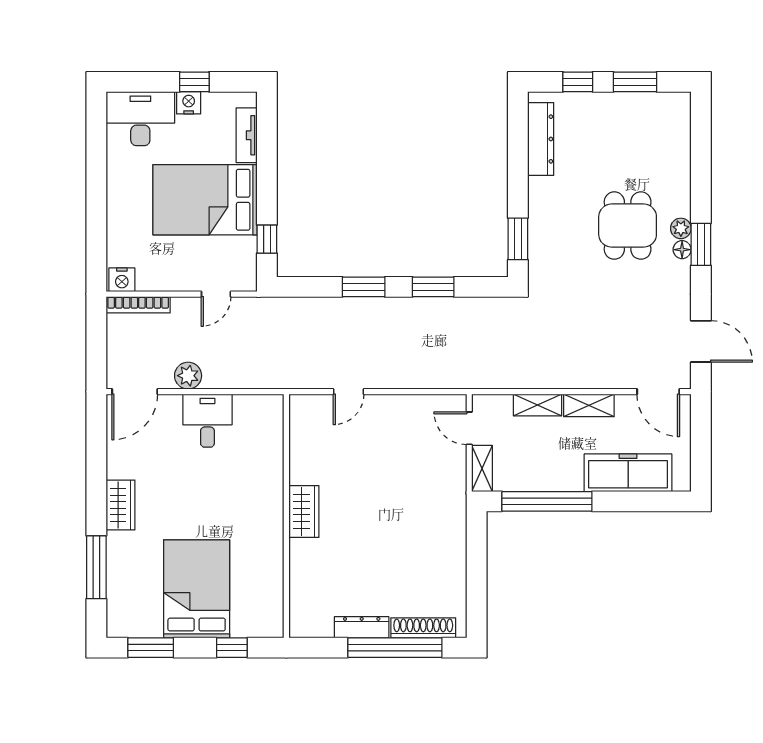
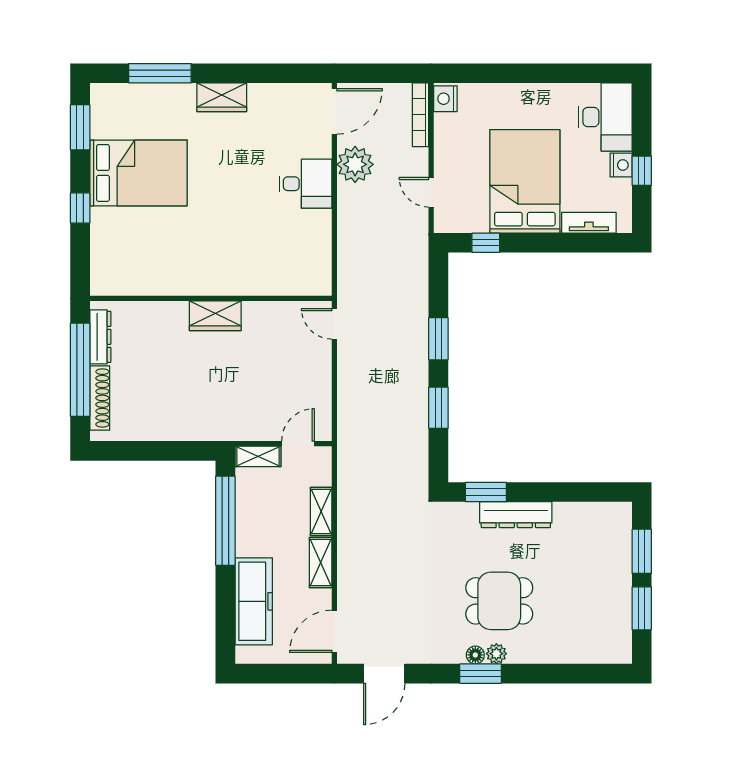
window: (578, 82) -> (642, 551), width x1.50
dresser: (541, 139) -> (516, 515), moved
plant: (188, 376) -> (355, 164), width x1.36, depth x1.36
door: (135, 392) -> (334, 111), swing flipped
wardrobe: (304, 512) -> (215, 316), moved
wall: (286, 516) -> (211, 298), moved

